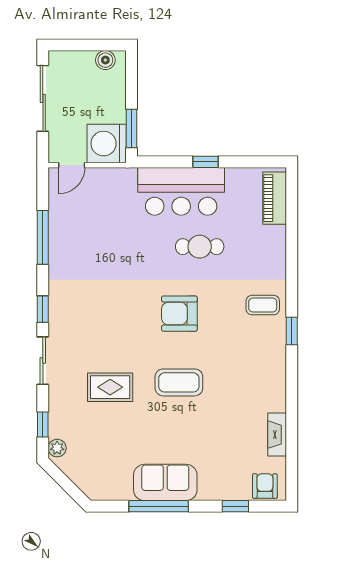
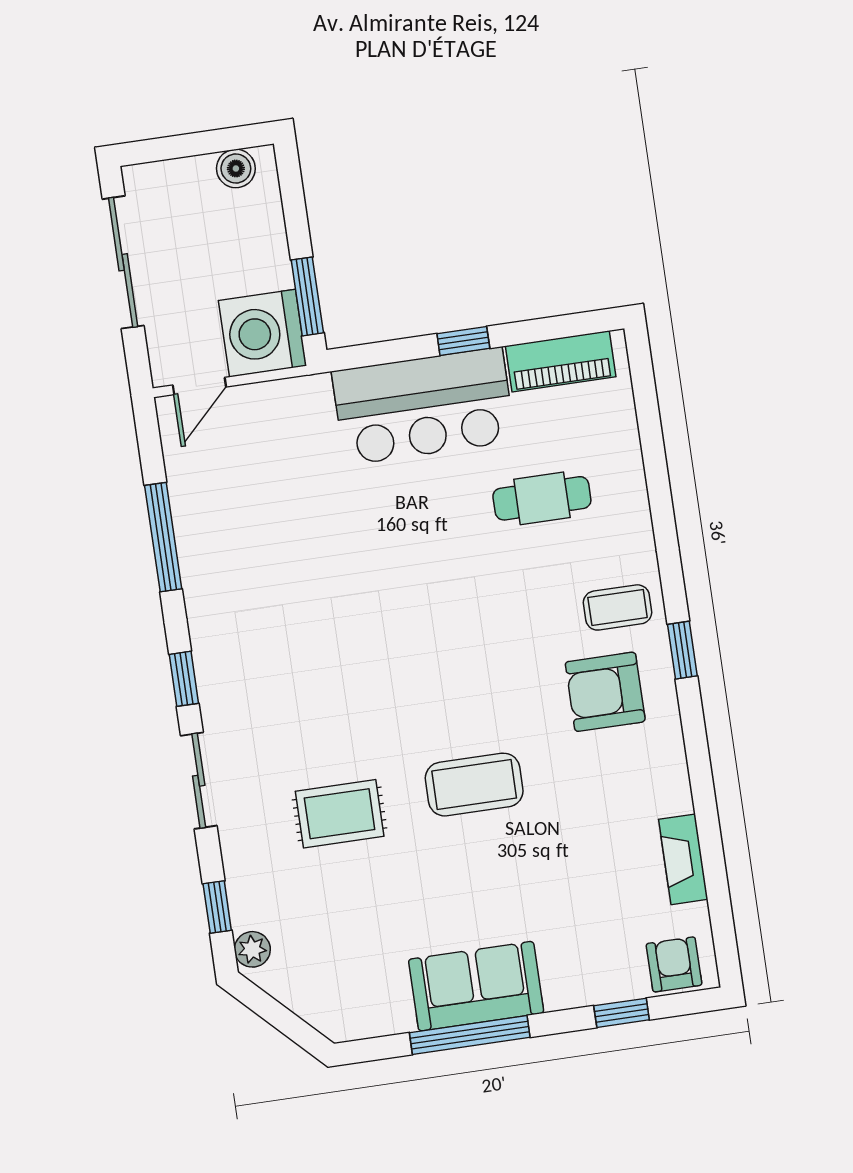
piano: (275, 198) -> (561, 361), moved, turned -90
cafe table: (200, 247) -> (542, 498), moved
armchair: (179, 314) -> (605, 692), moved

